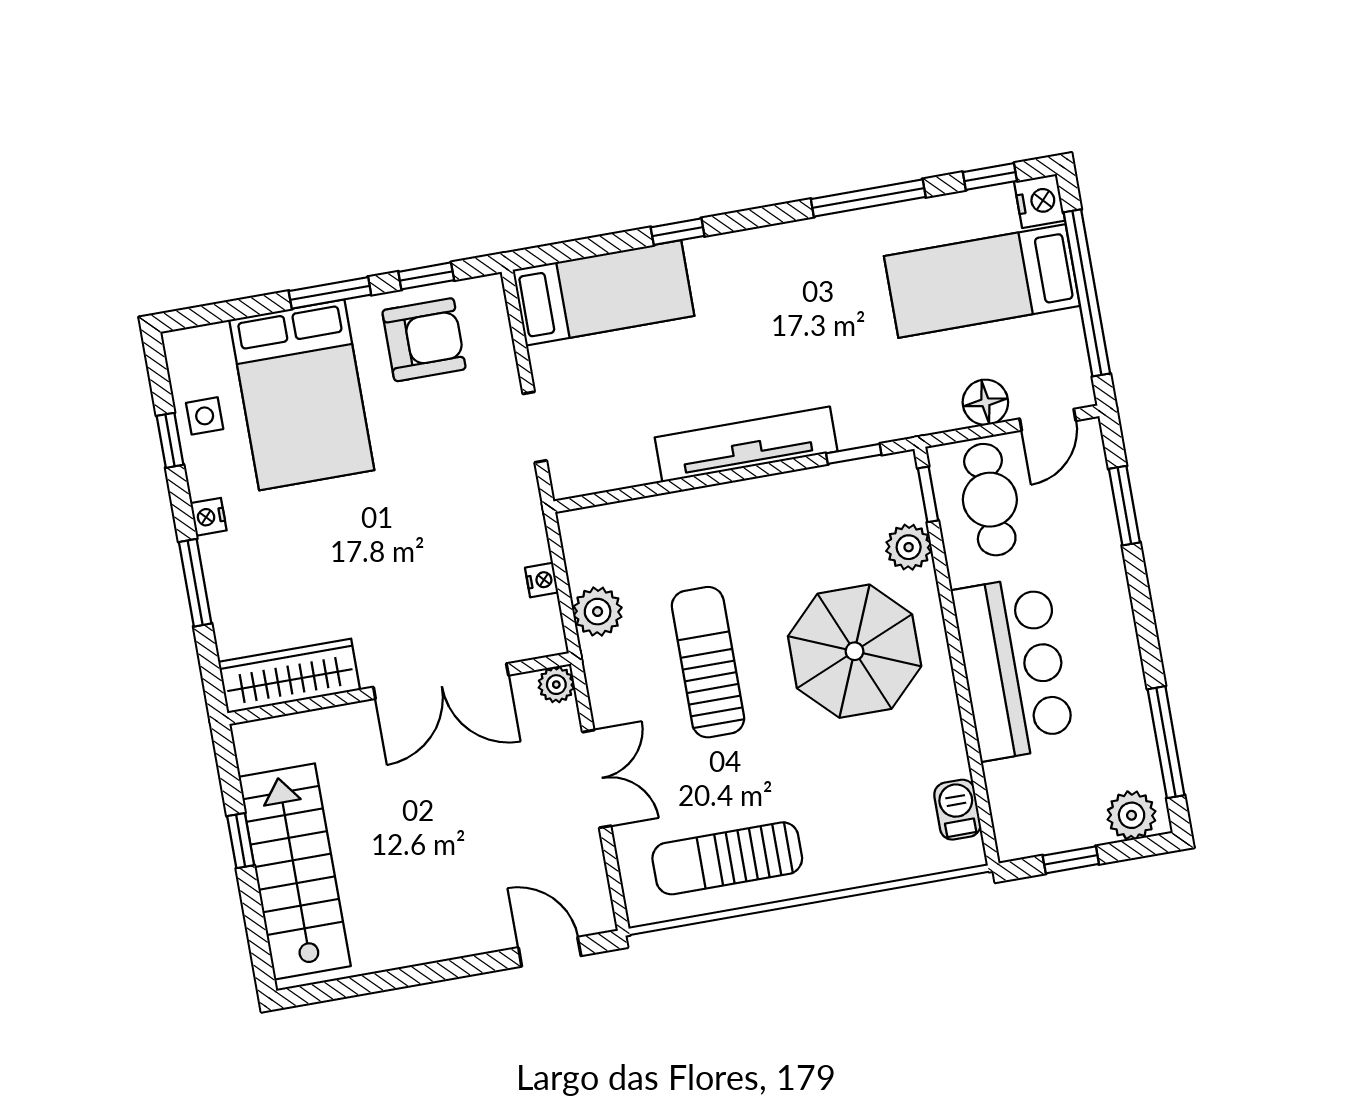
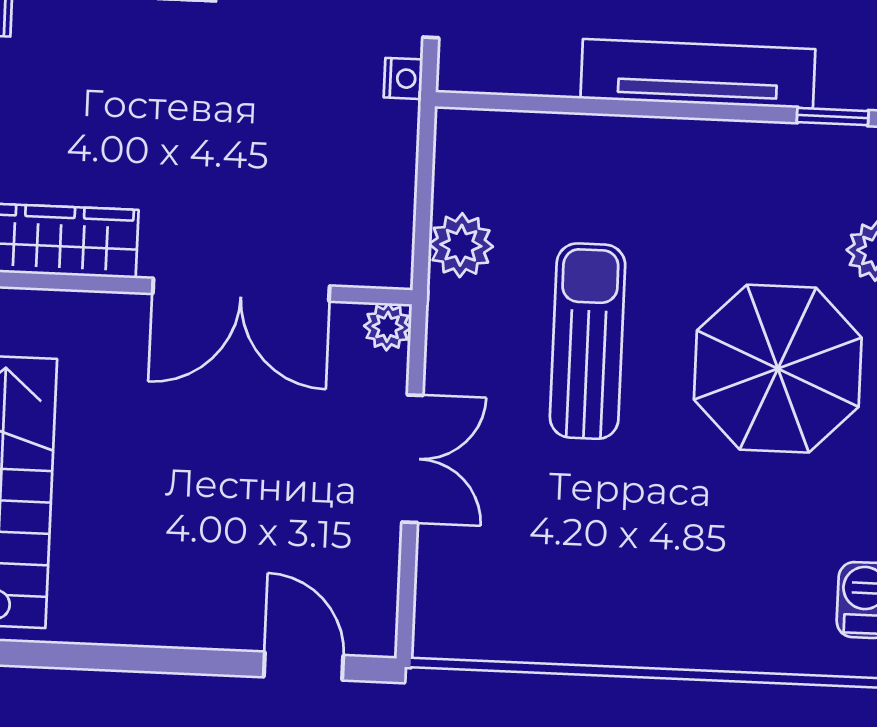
nightstand: (542, 580) -> (403, 78), moved
sun lounger: (727, 858) -> (557, 597), removed

